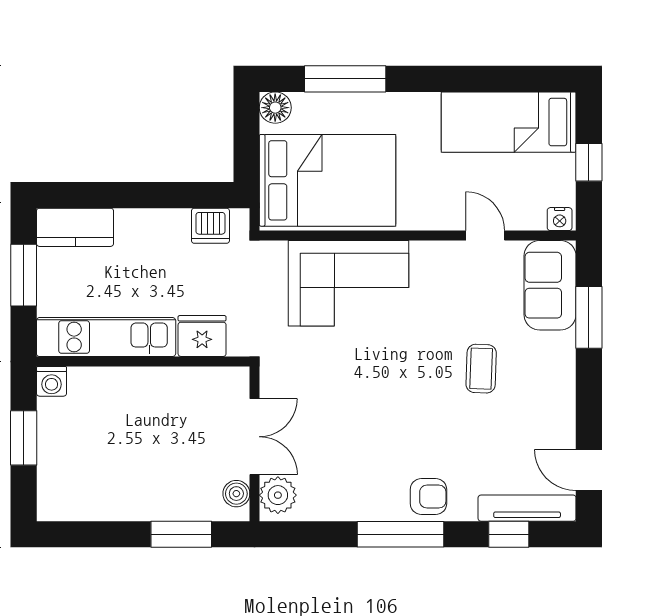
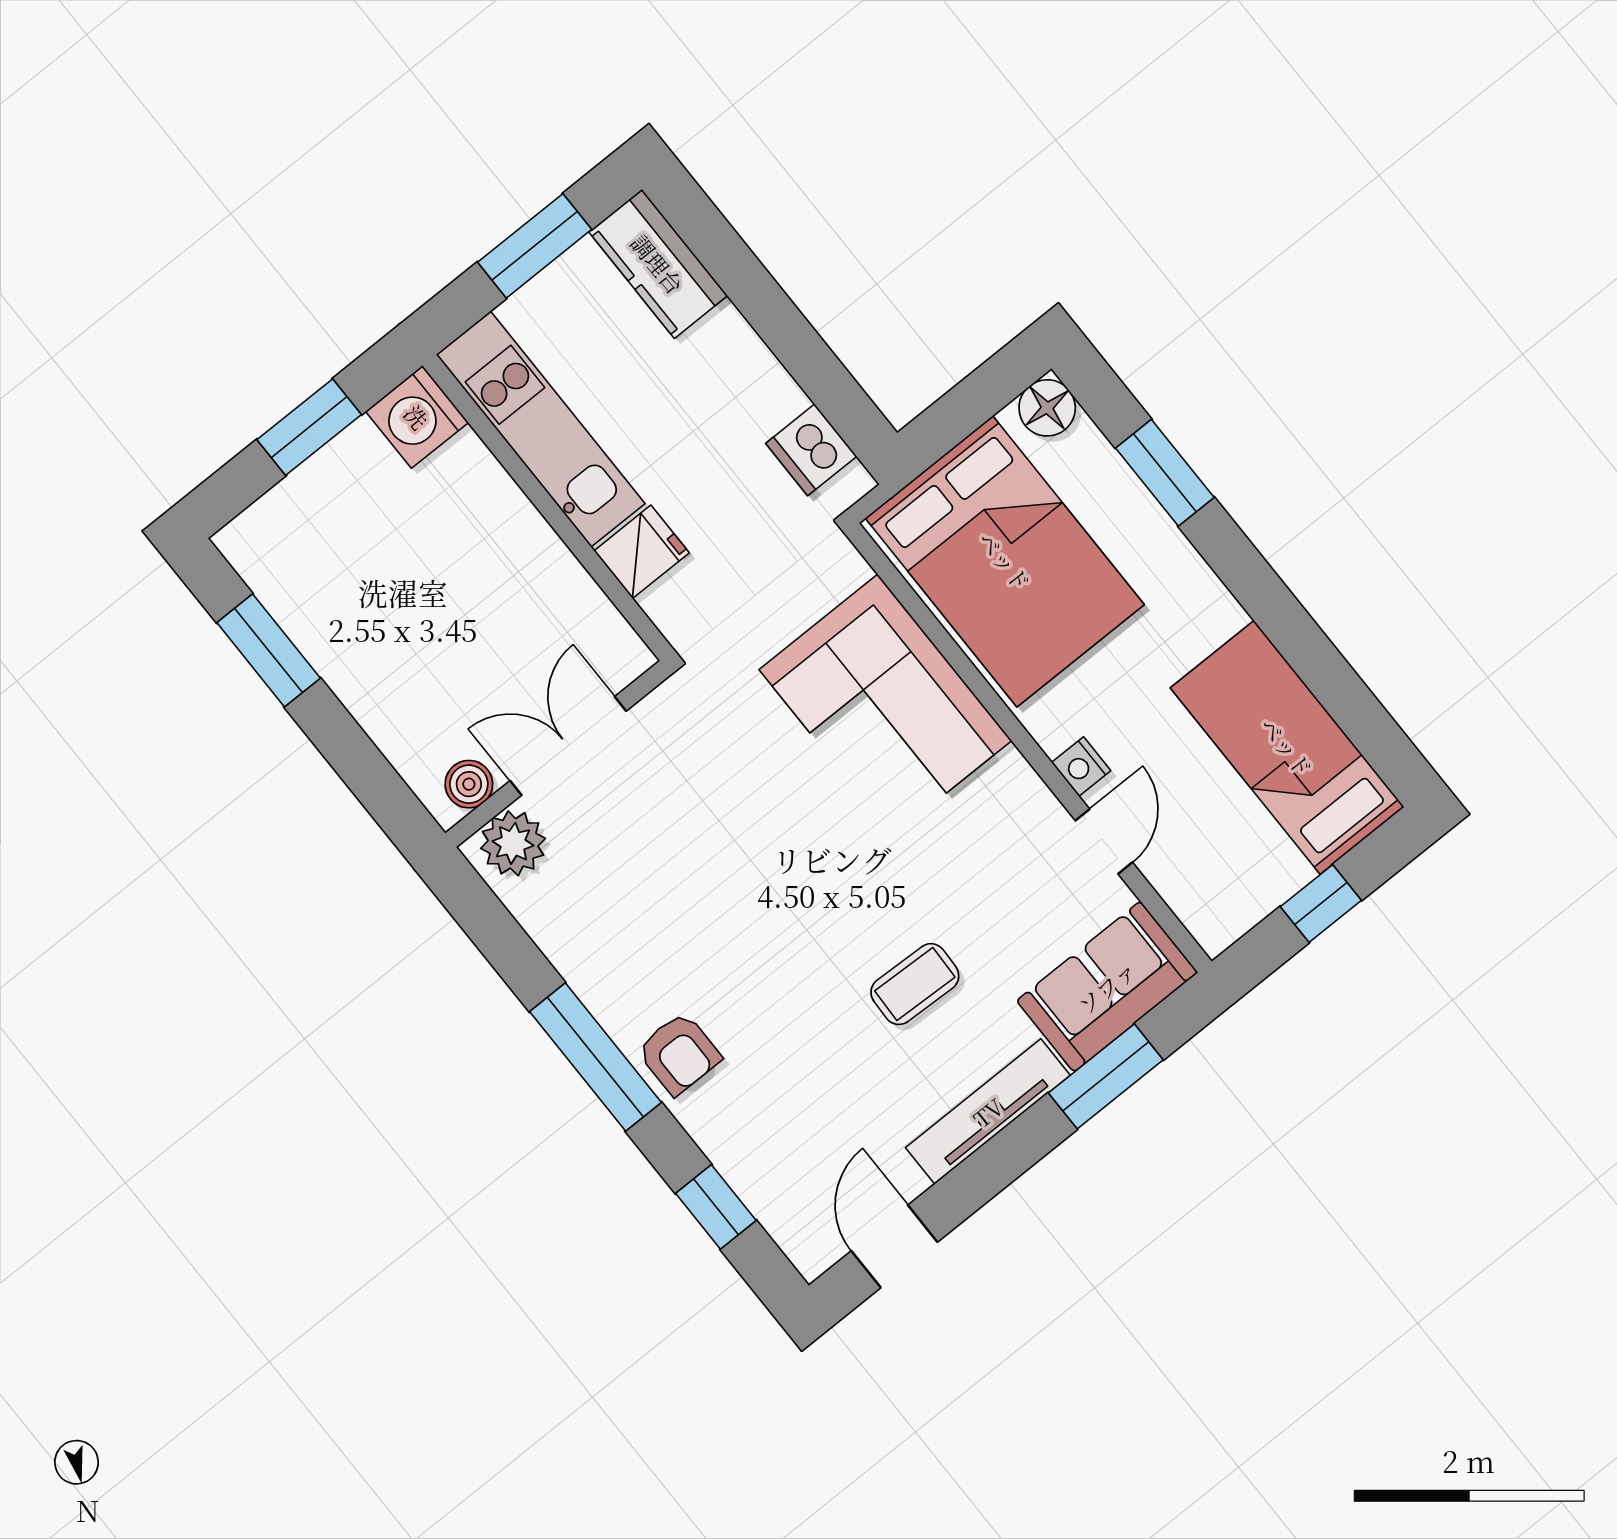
window: (345, 79) -> (1165, 473), width x0.69
nightstand: (560, 219) -> (1081, 767), moved
fridge: (202, 336) -> (642, 552), width x0.72
washing machine: (52, 381) -> (417, 417), width x1.38, depth x1.38
double door: (255, 437) -> (568, 746), swing flipped
tv unit: (527, 508) -> (988, 1112), moved, turned -90
window: (181, 534) -> (269, 650), moved

